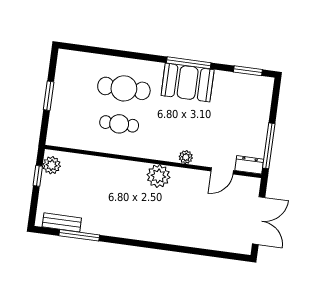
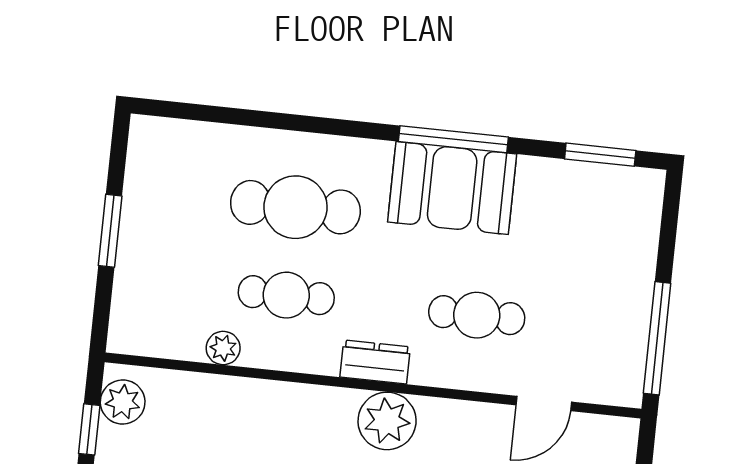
cafe table: (196, 134) -> (477, 315), added
plant: (186, 157) -> (223, 348), moved
dresser: (249, 165) -> (375, 362), moved

